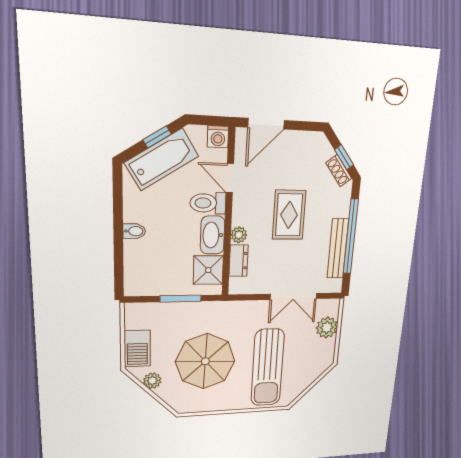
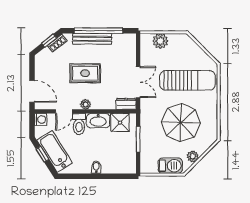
plant: (239, 235) -> (86, 104), moved
bench: (338, 249) -> (92, 39), moved
dresser: (238, 261) -> (126, 104), moved
double door: (293, 296) -> (138, 82), moved

